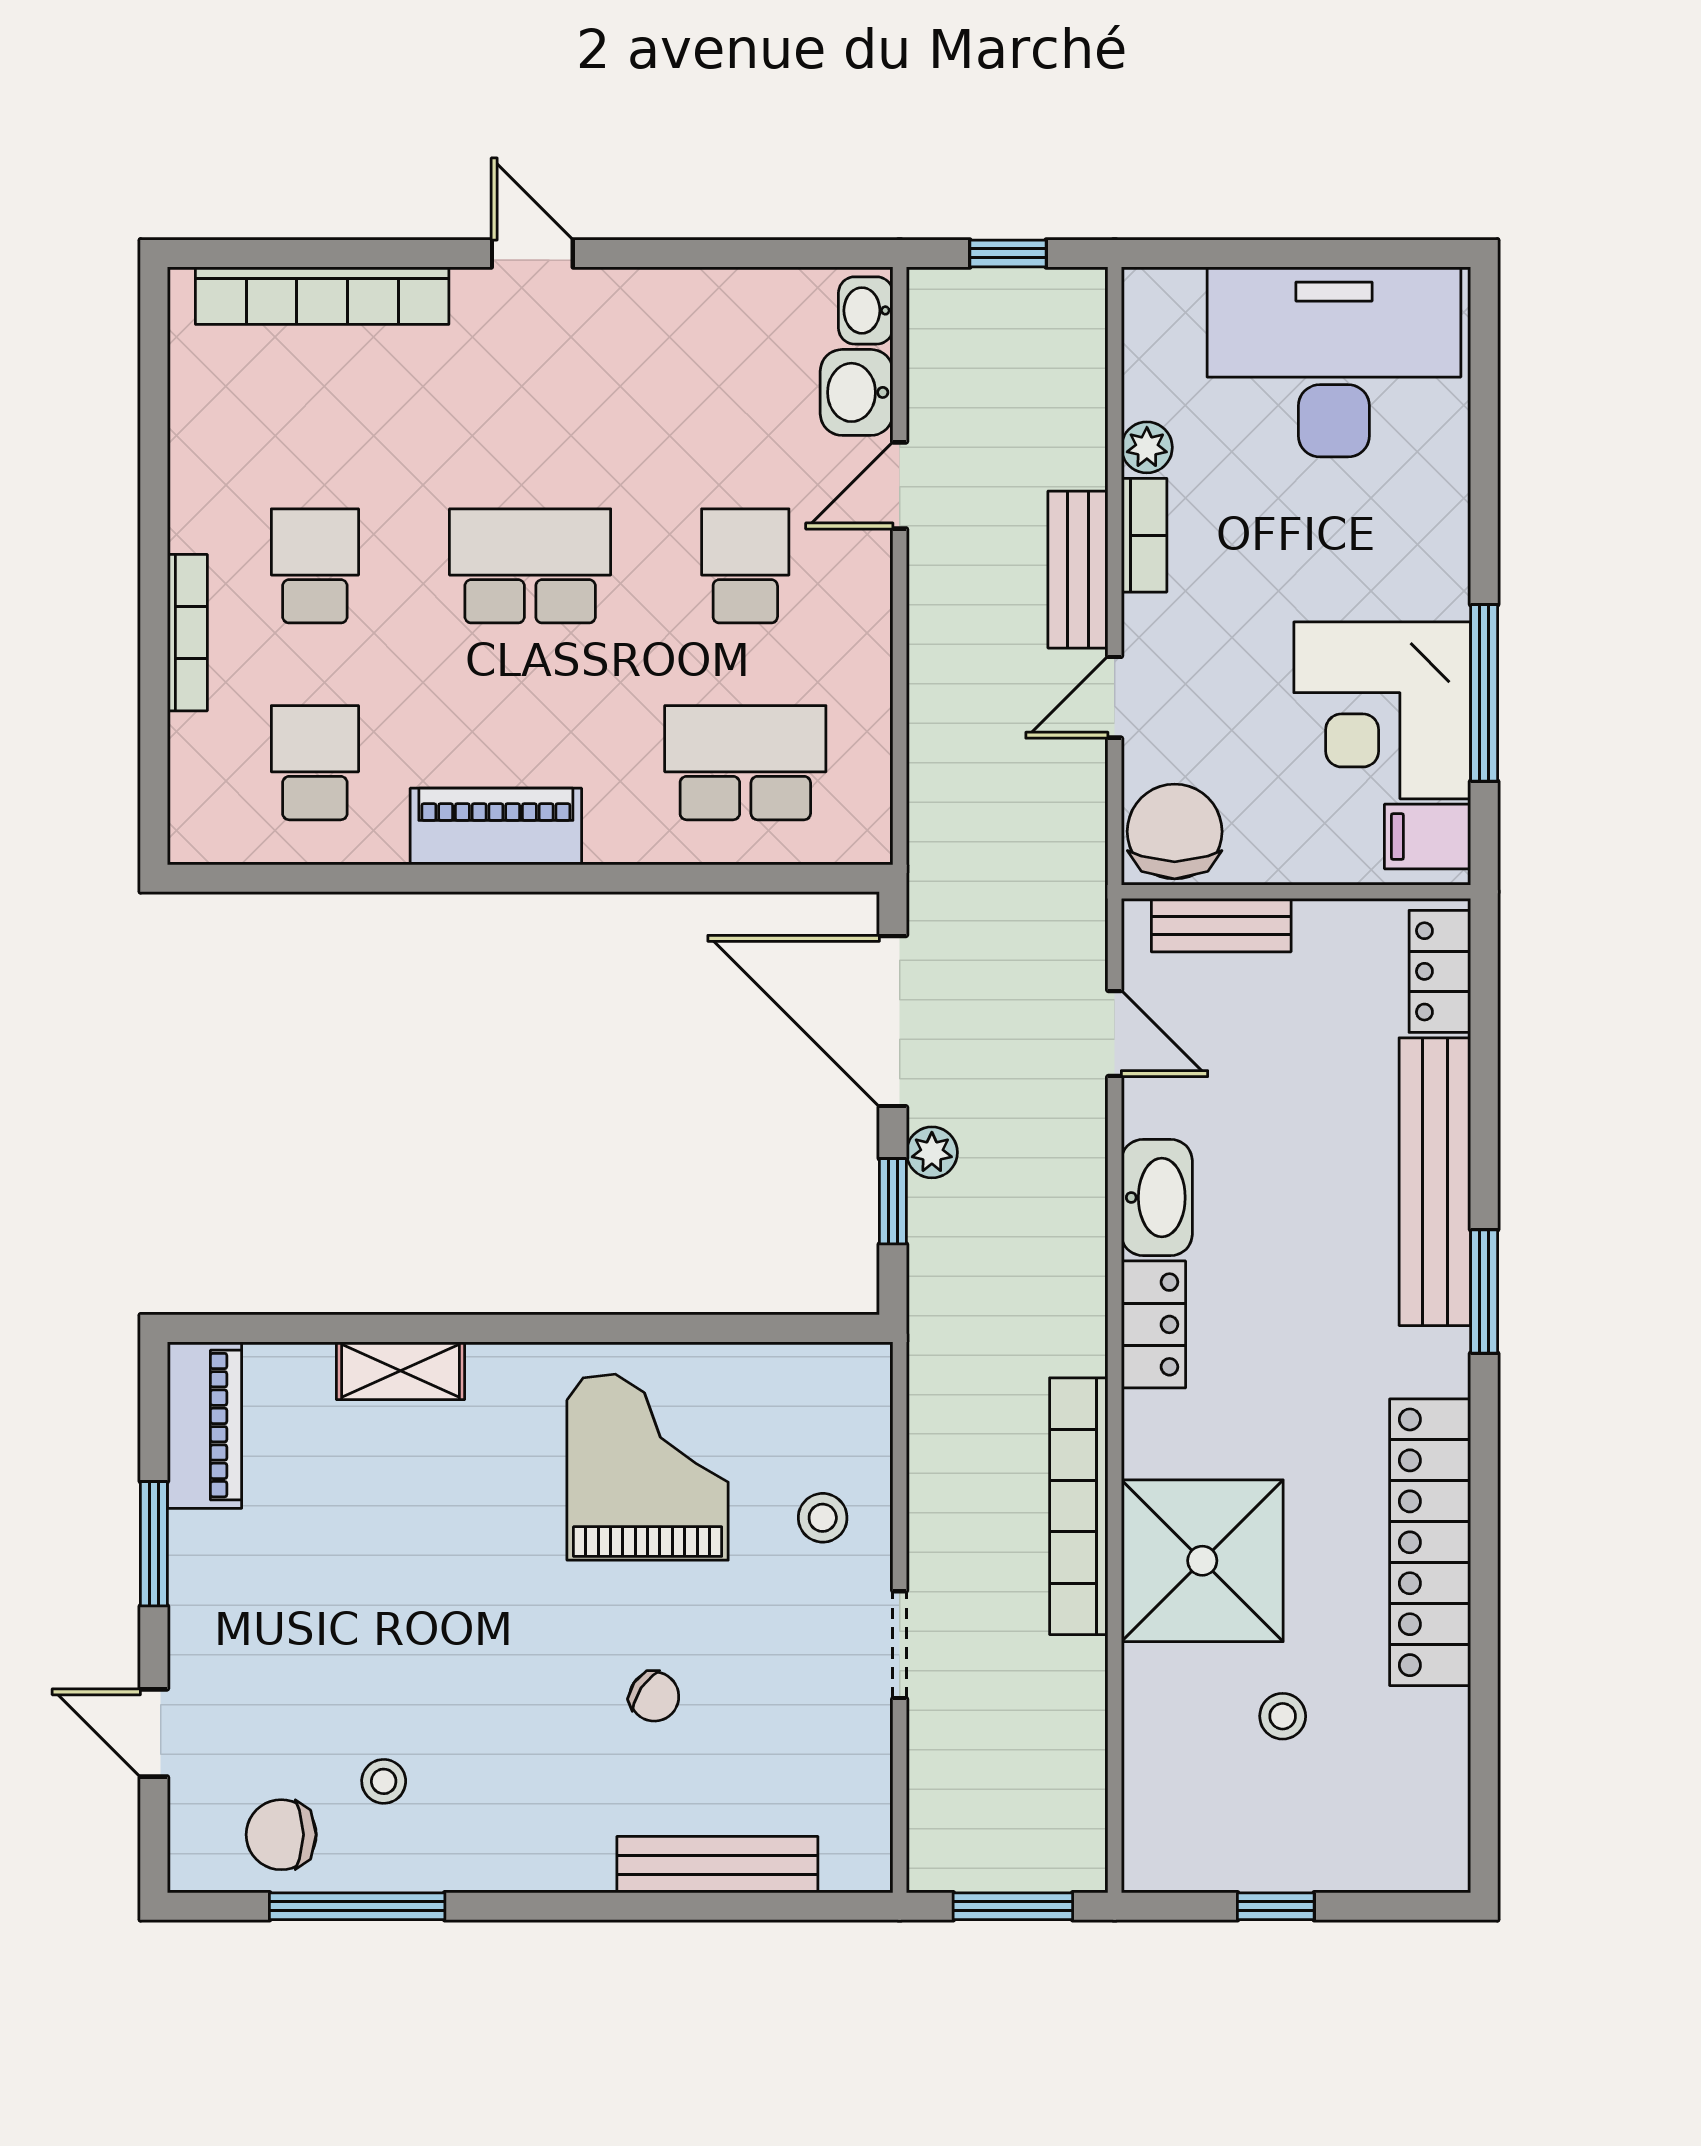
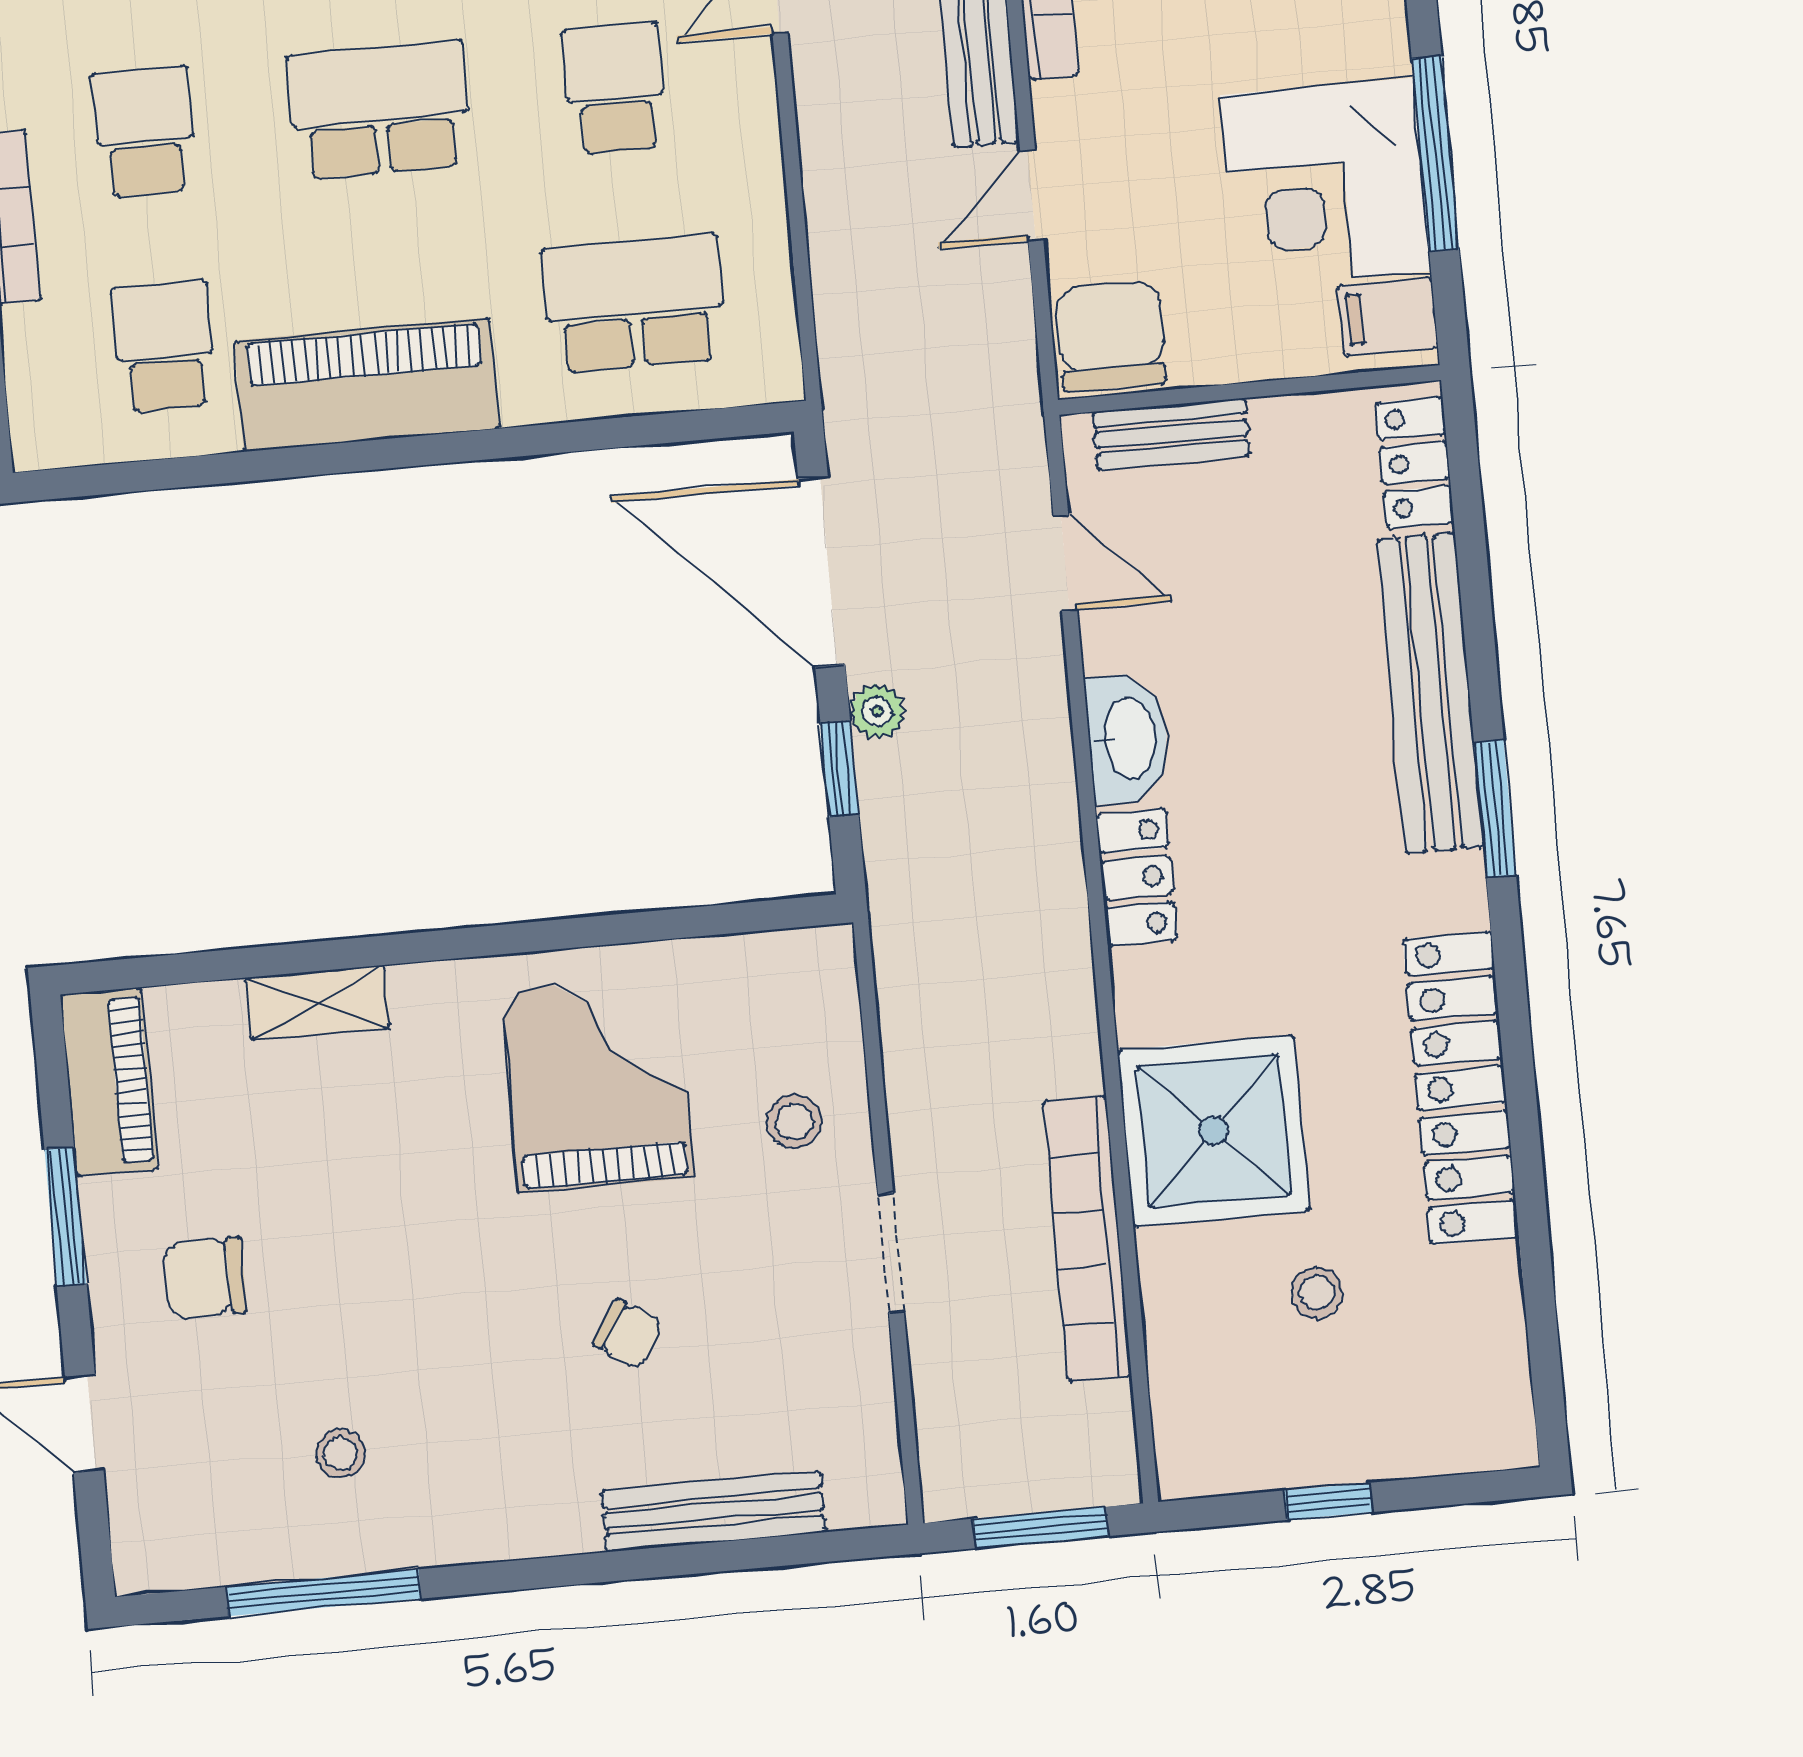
piano: (496, 827) -> (367, 385), width x1.37, depth x1.33
bookcase: (1079, 1506) -> (1087, 1239), moved
chair: (281, 1835) -> (206, 1278), moved

